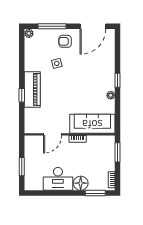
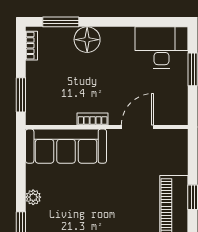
desk: (58, 179) -> (162, 47), moved

